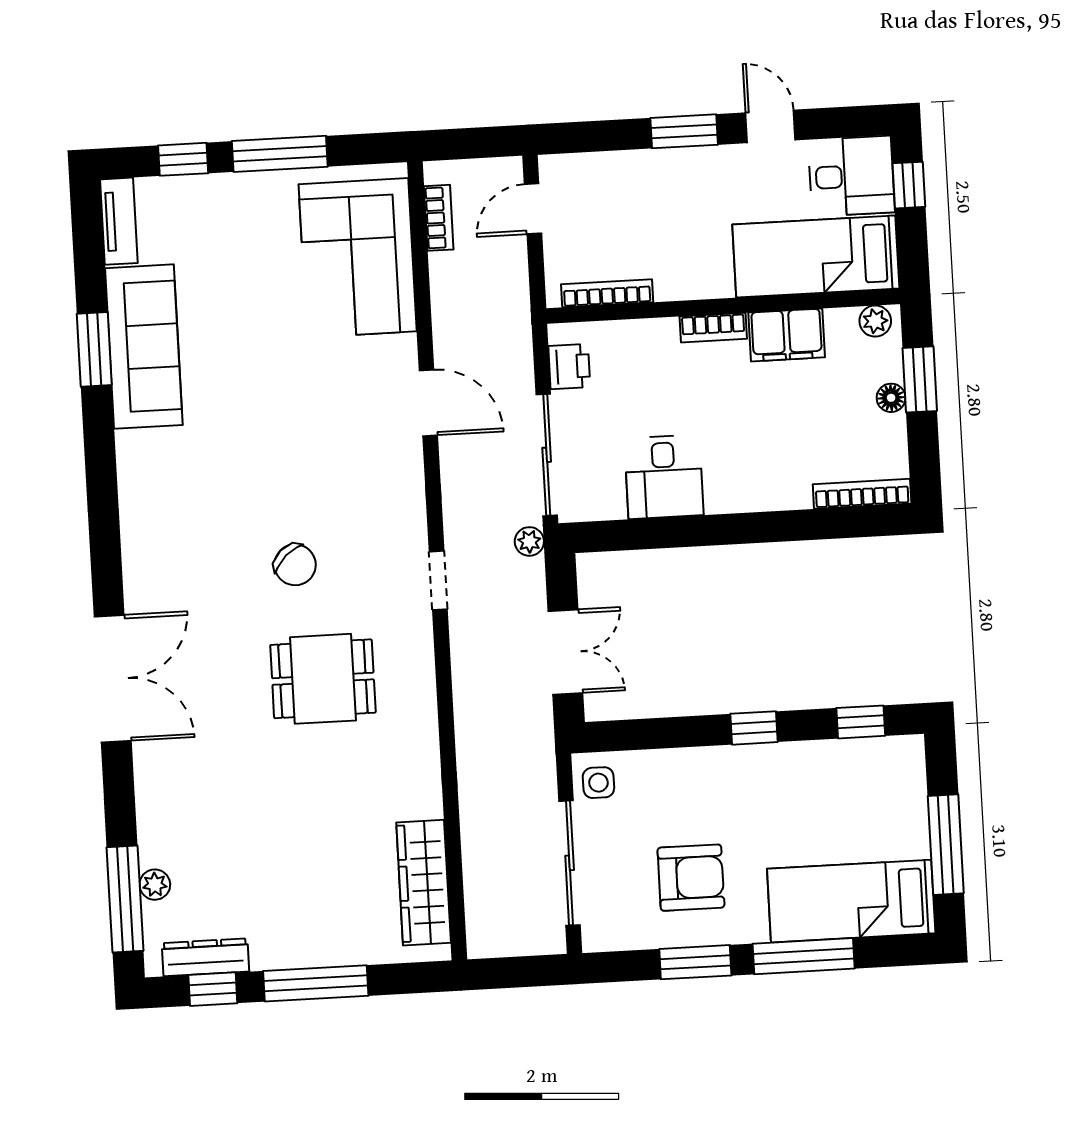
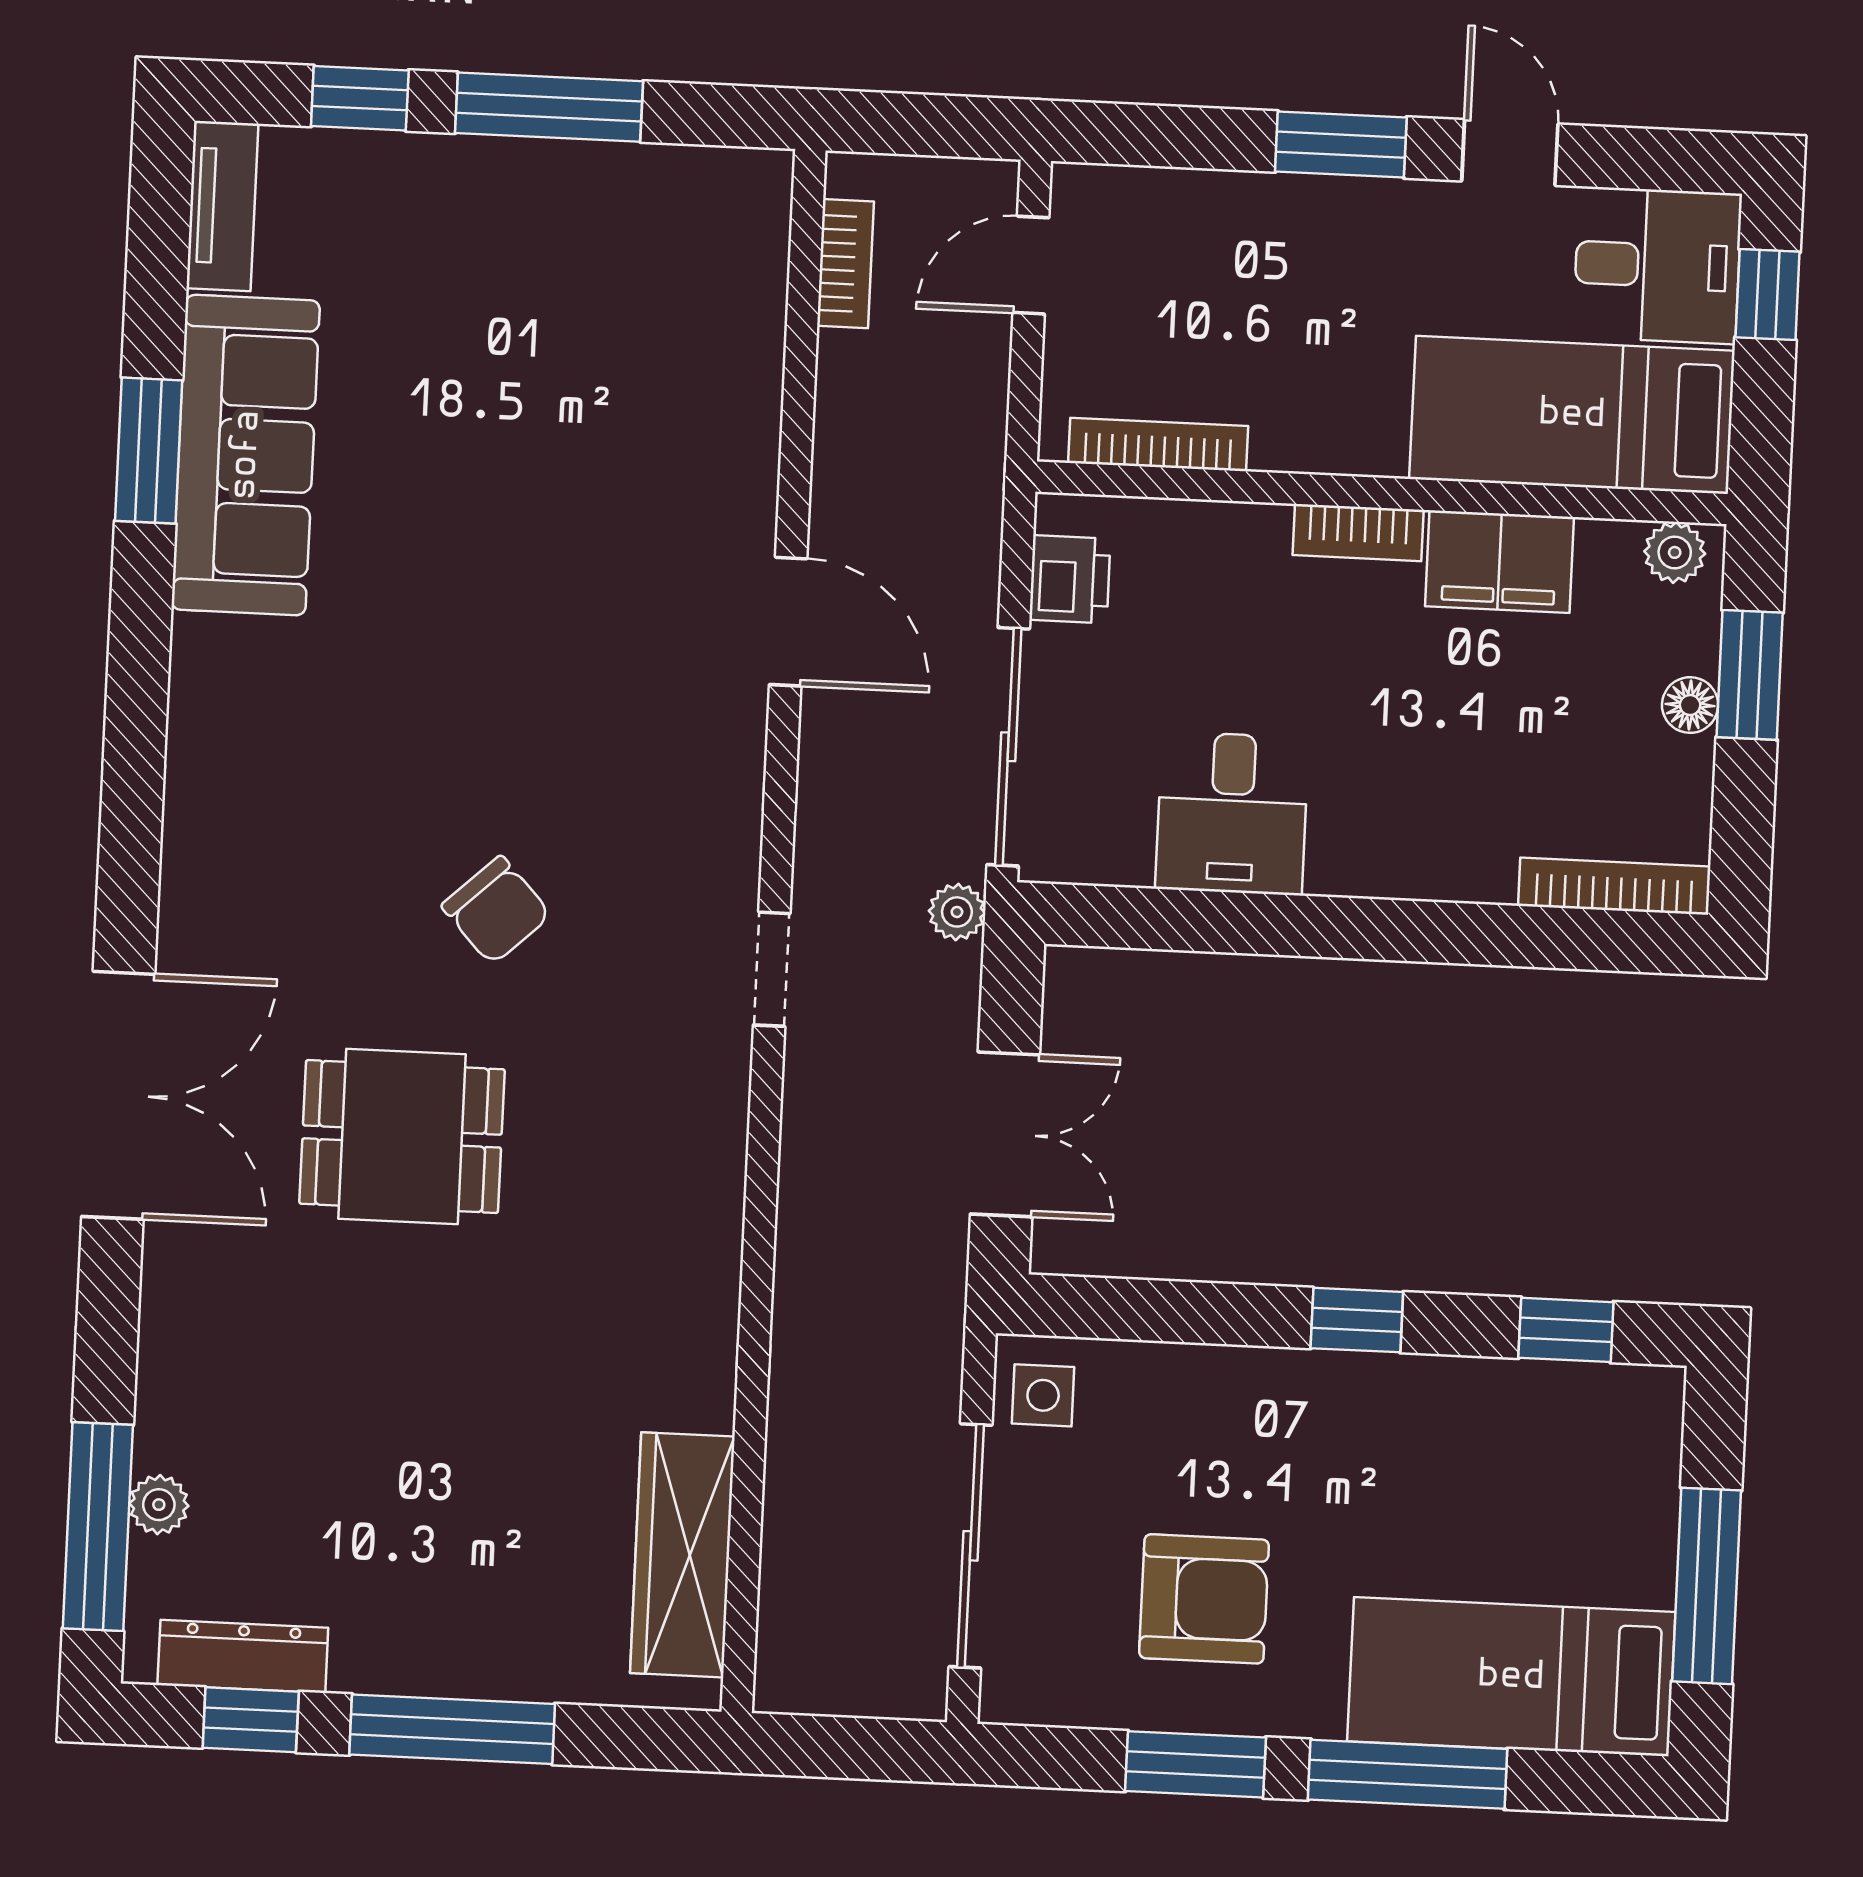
corner sofa: (358, 258) -> (680, 325), removed
dining table: (323, 679) -> (402, 1137), moved

